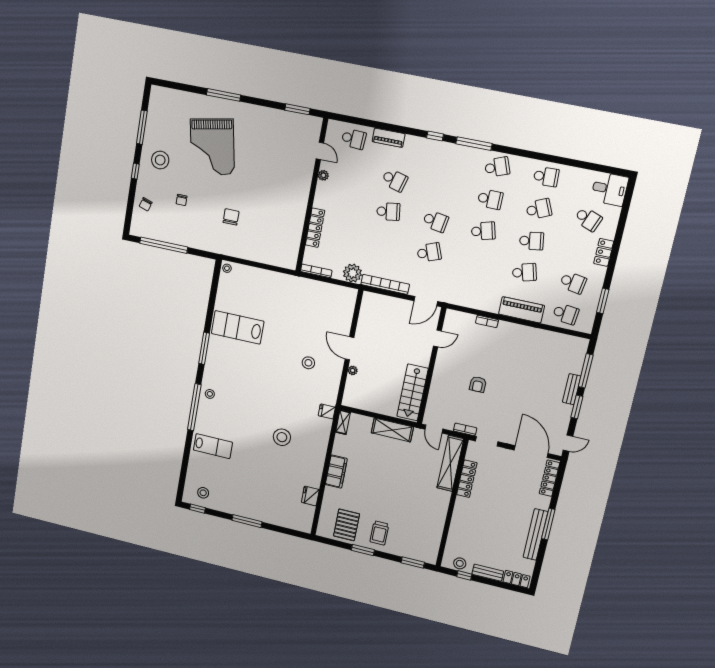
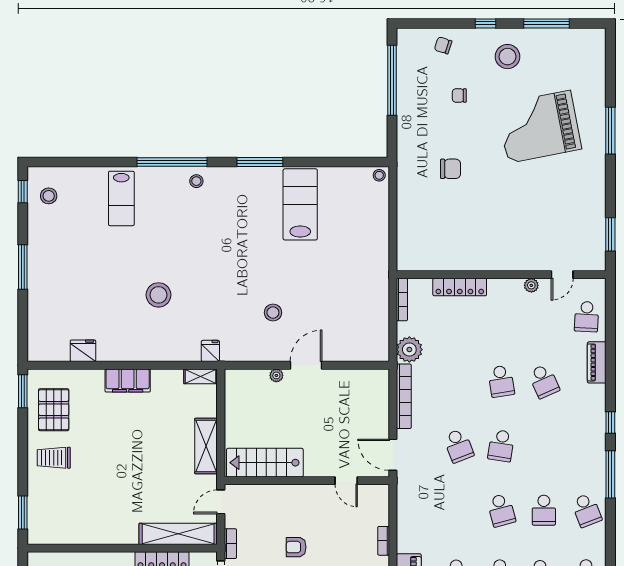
school desk: (395, 180) -> (544, 381), turned -39
pallet: (347, 525) -> (54, 410), turned 90
window: (363, 550) -> (23, 391), moved

